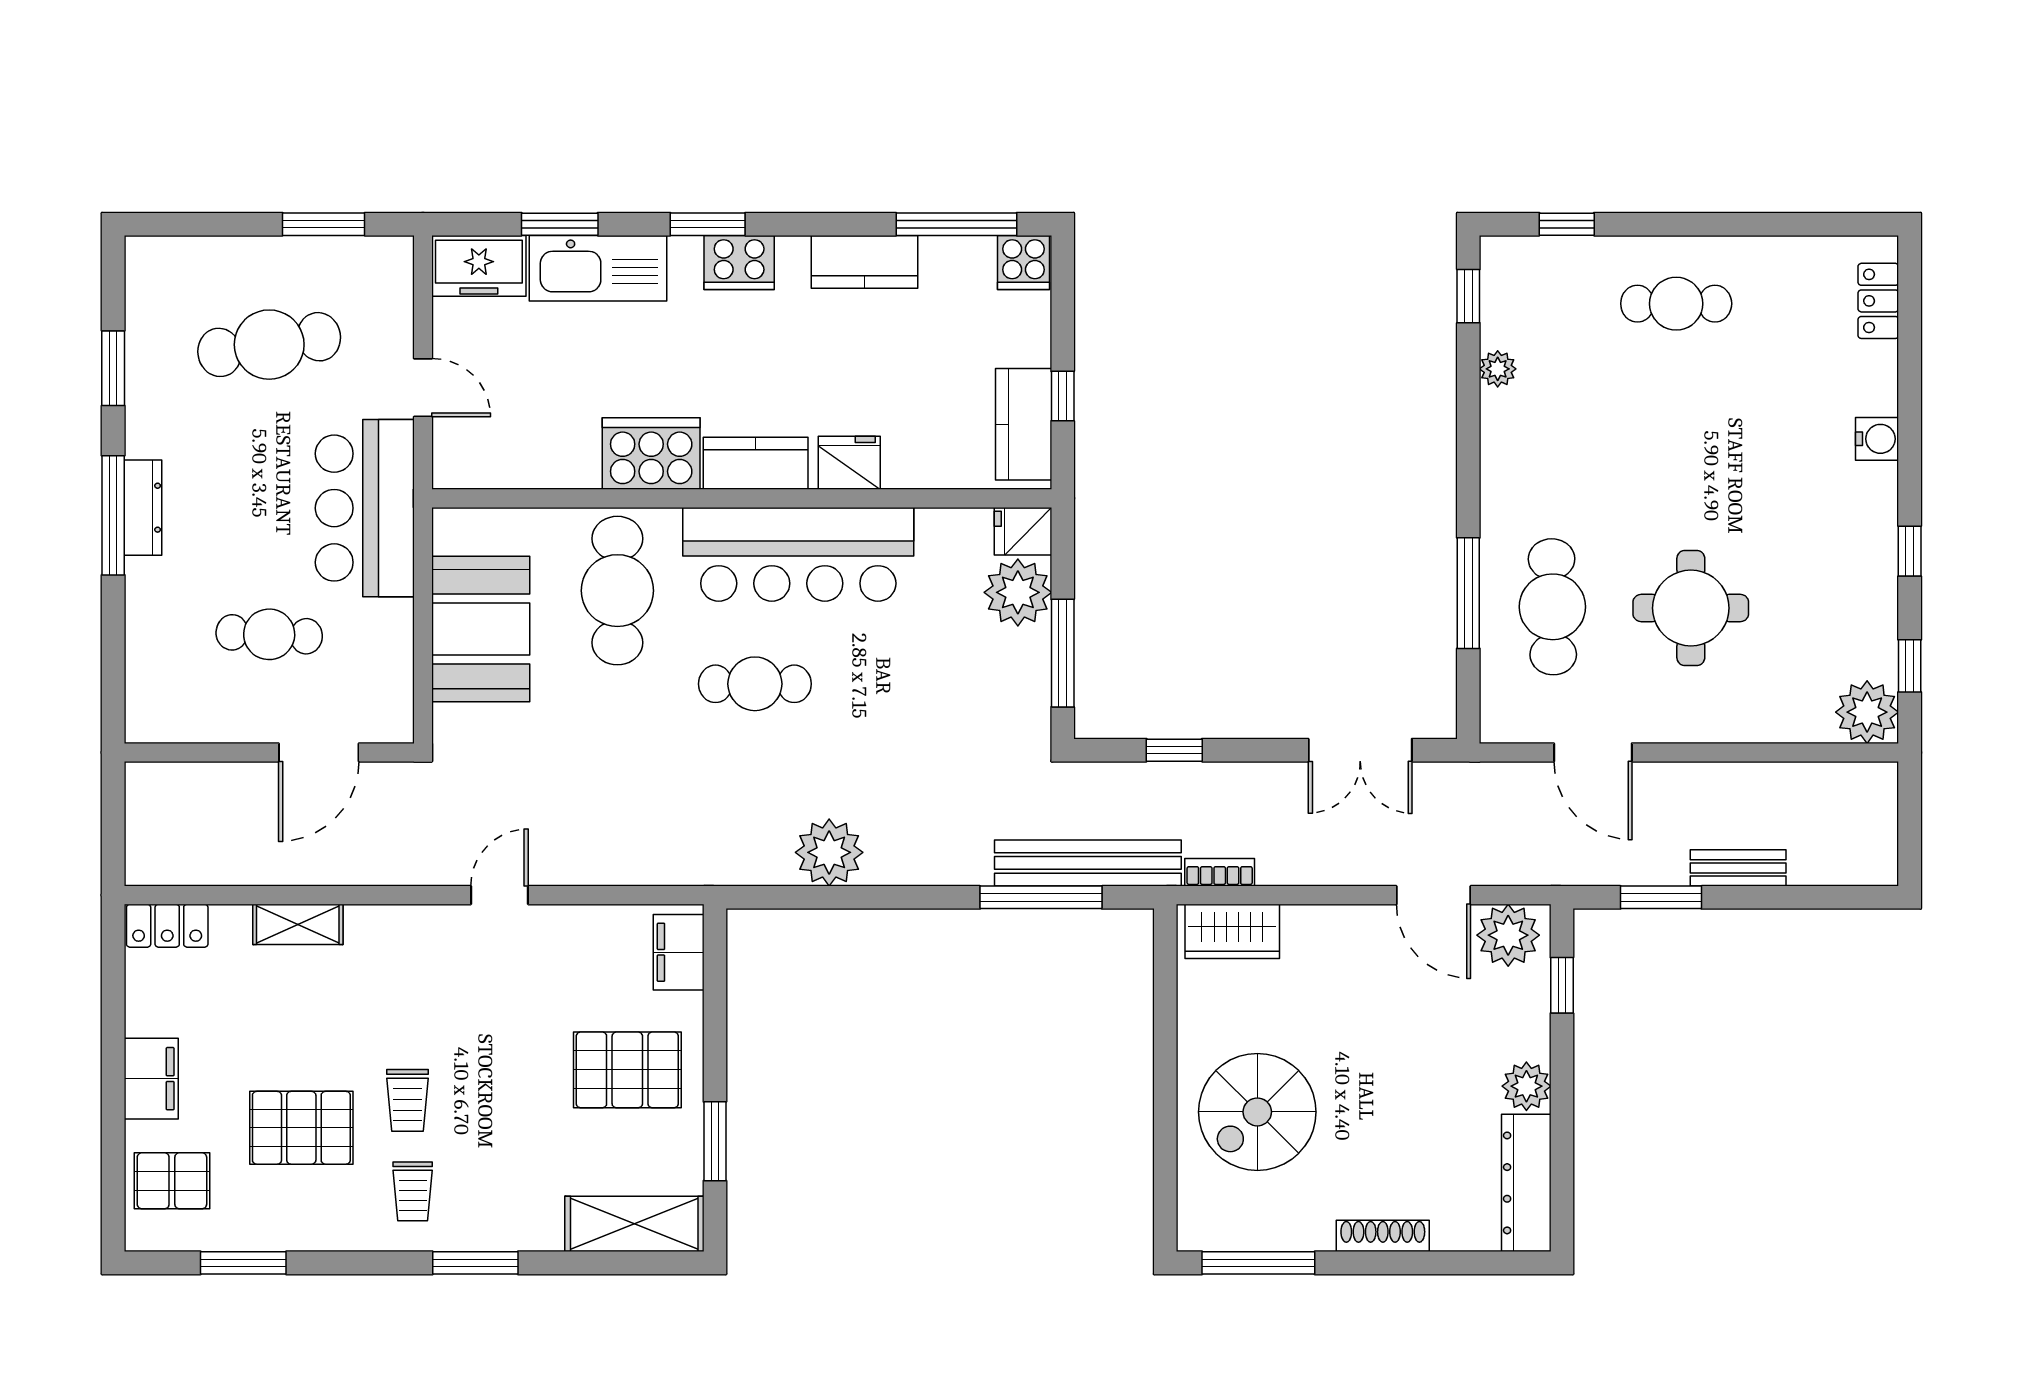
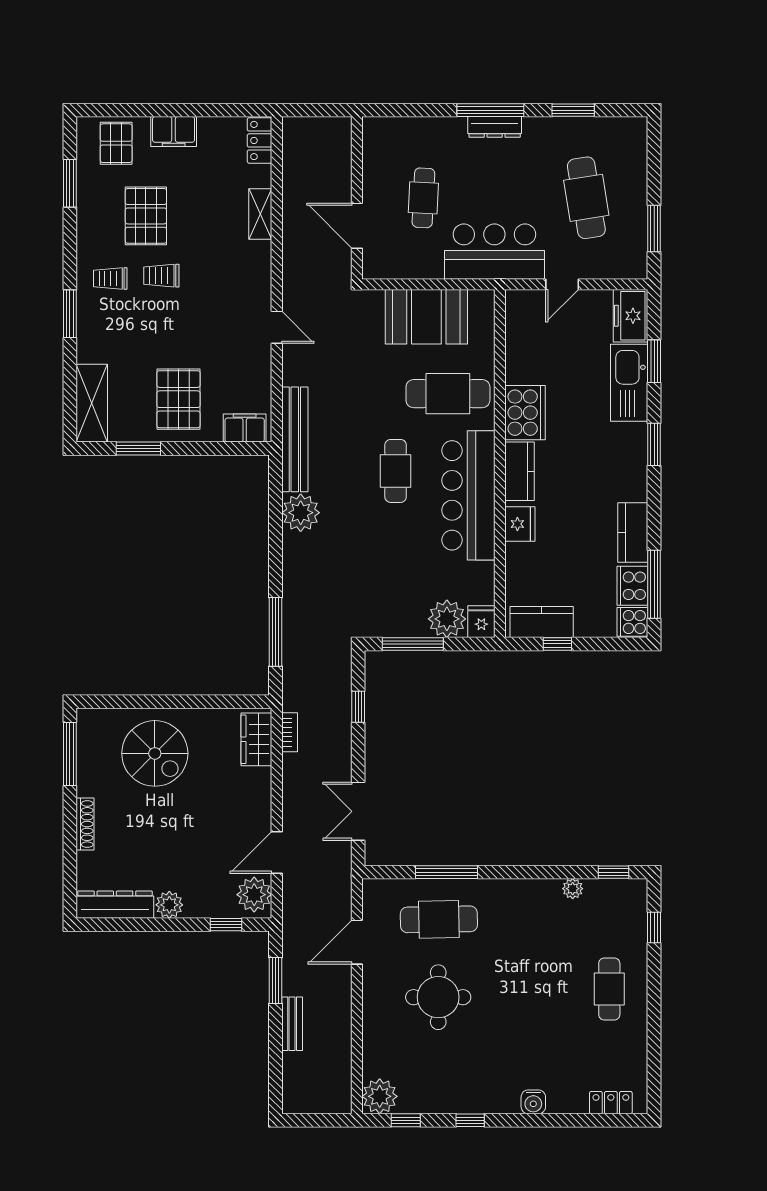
cooker: (739, 262) -> (632, 586), moved
bench: (1088, 863) -> (295, 439), moved
spiral stairs: (1257, 1112) -> (155, 753), turned 180

